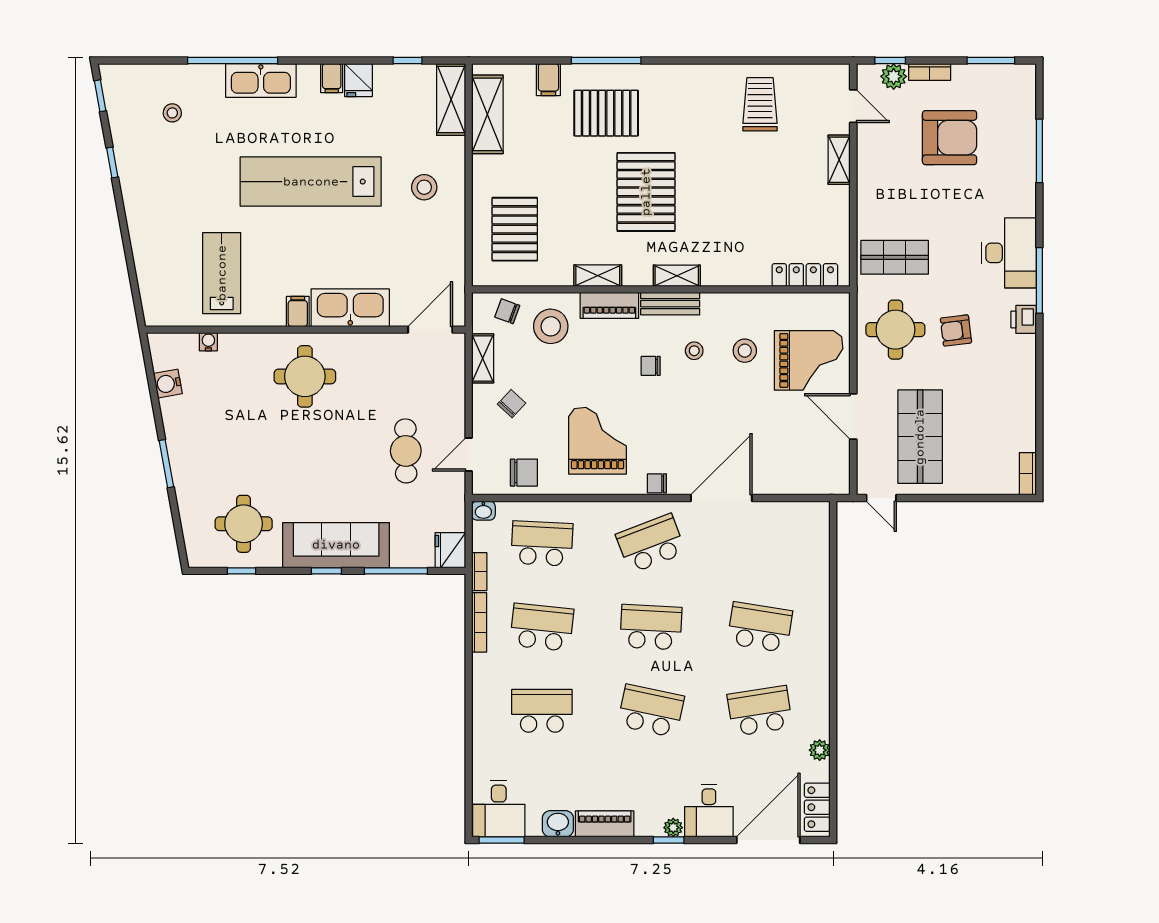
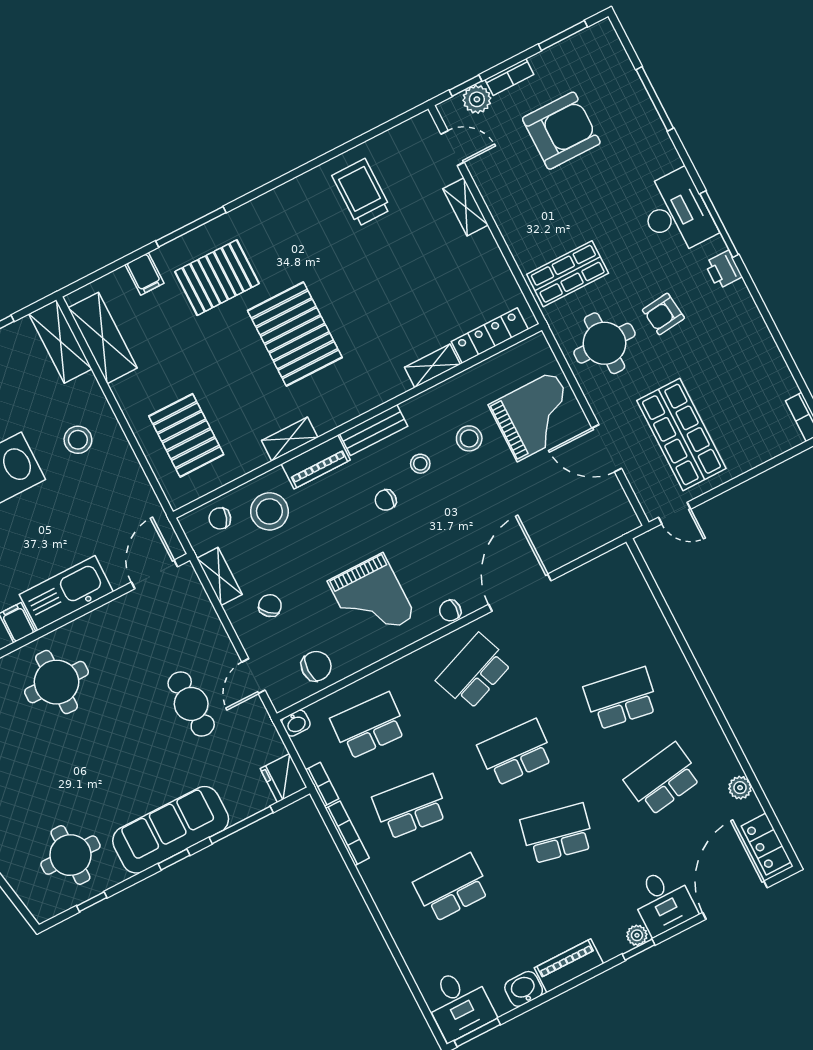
shelving: (677, 276) -> (432, 366), moved
grand piano: (598, 441) -> (371, 599), turned 180

